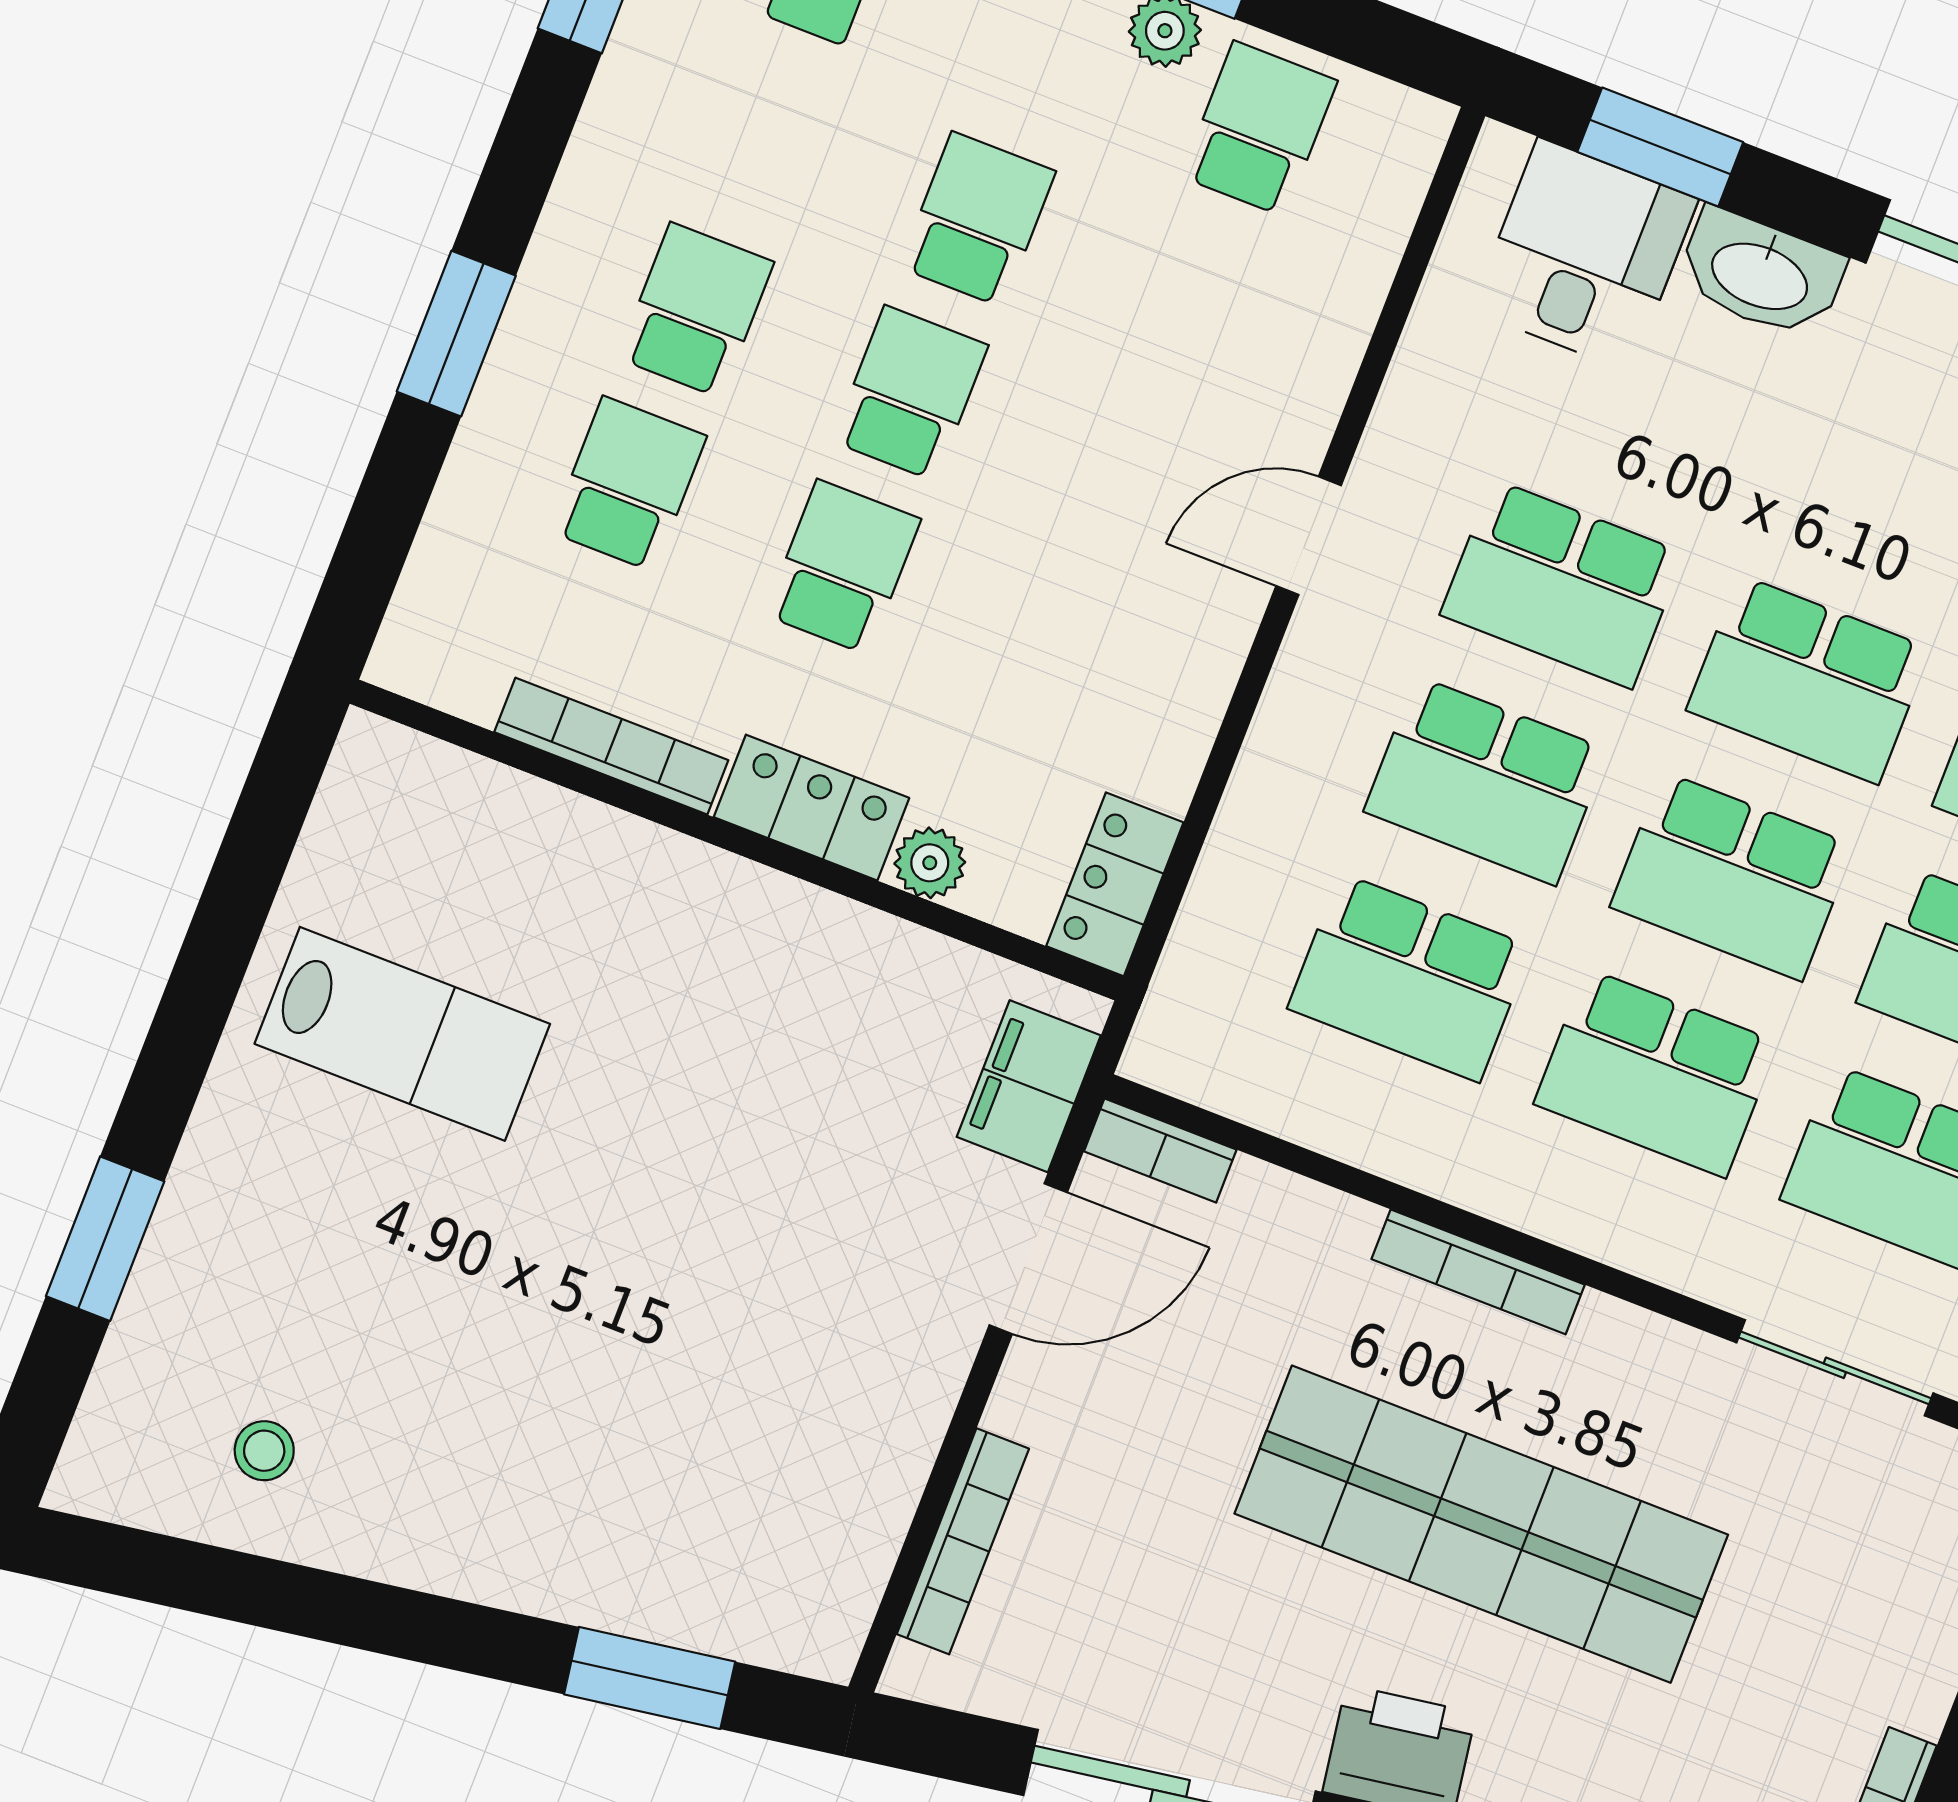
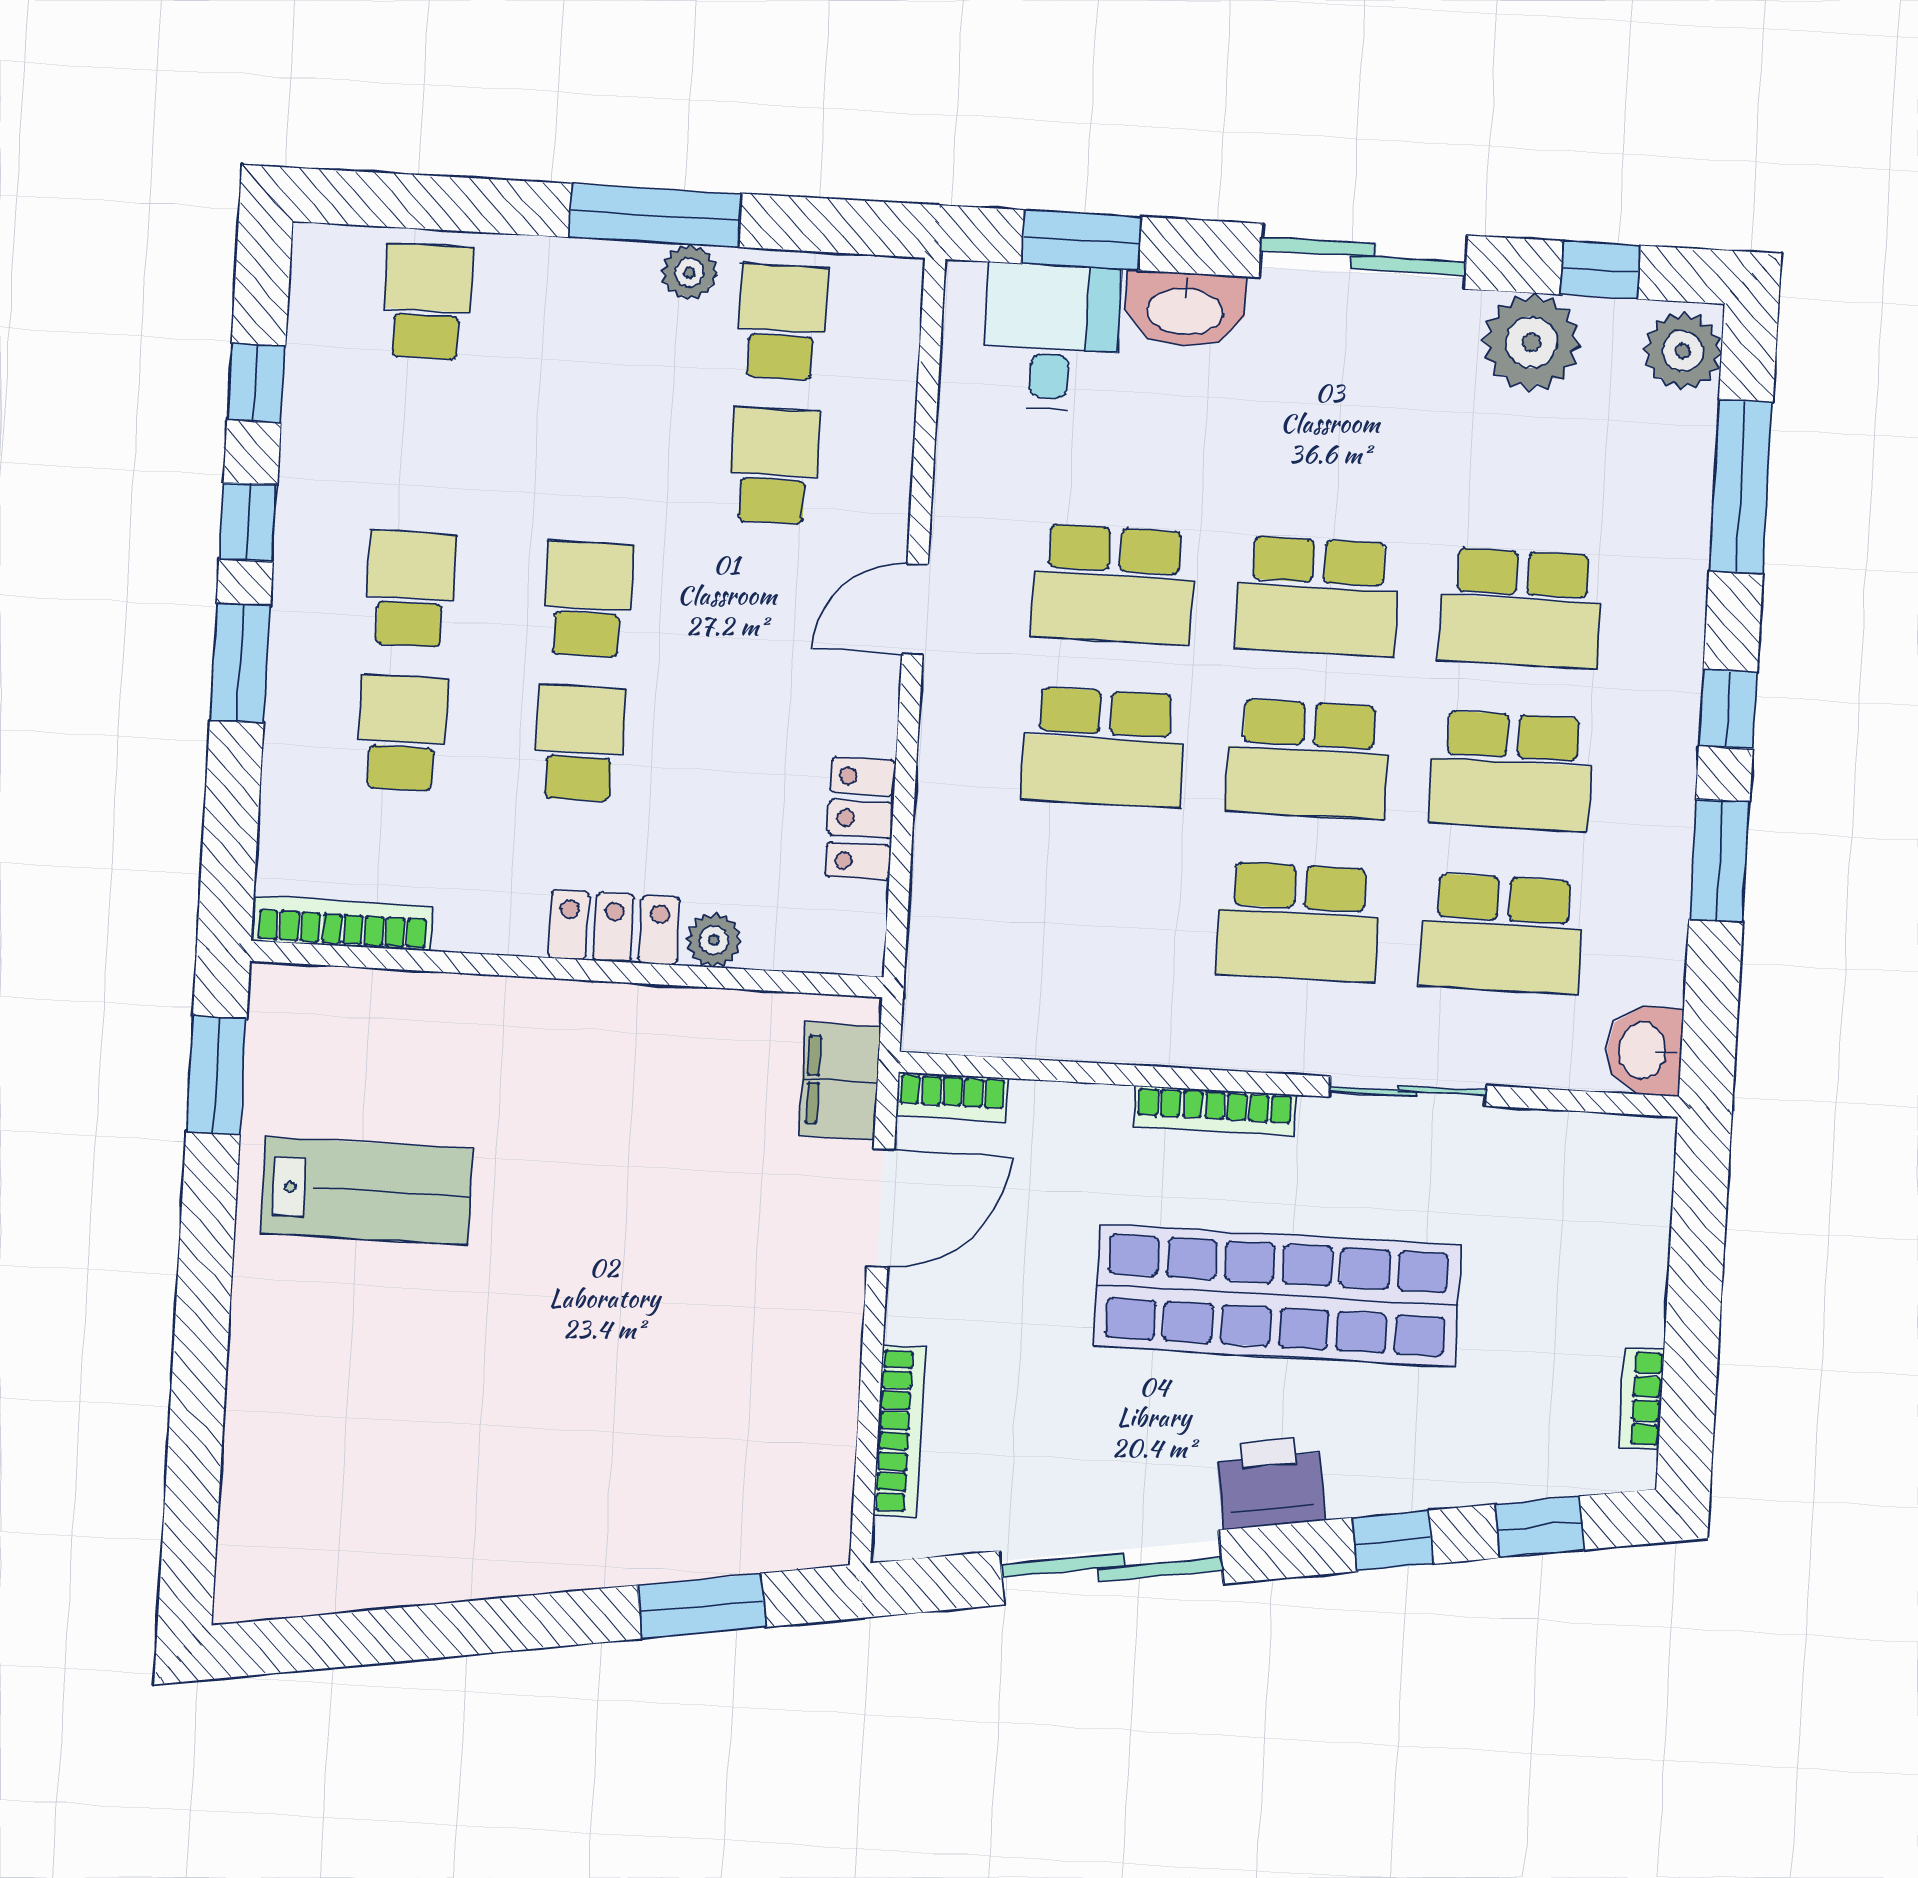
window: (522, 163) -> (248, 522), added
school desk: (978, 219) -> (774, 466), moved
bookcase: (611, 746) -> (343, 923), moved
locker: (1115, 884) -> (861, 819), moved
school desk: (1410, 978) -> (1094, 910), removed
window: (105, 1239) -> (216, 1075), moved
sliding door: (1835, 1368) -> (1408, 1091), moved
stool: (264, 1451) -> (364, 1530), removed

